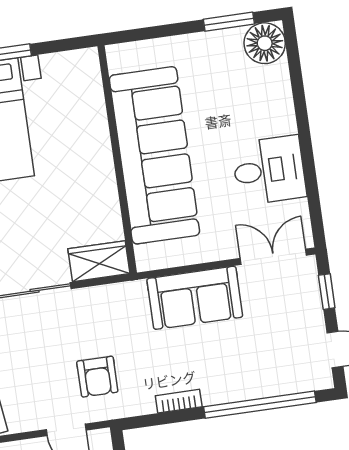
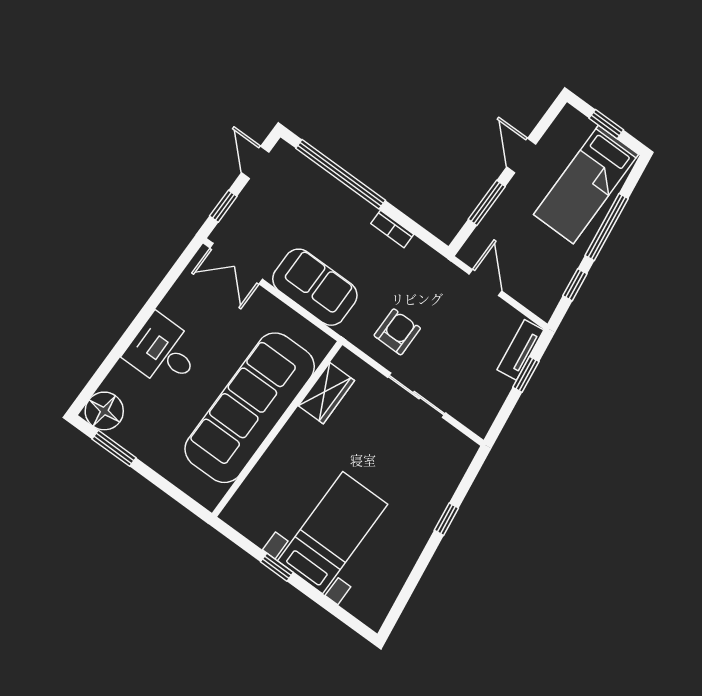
desk: (269, 170) -> (163, 352), moved
wardrobe: (99, 261) -> (326, 393), moved, turned -90
armchair: (97, 377) -> (397, 332), moved

